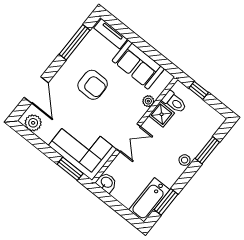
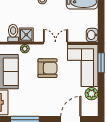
armchair: (93, 85) -> (47, 68), moved, turned 90
plant: (33, 123) -> (92, 94), moved

